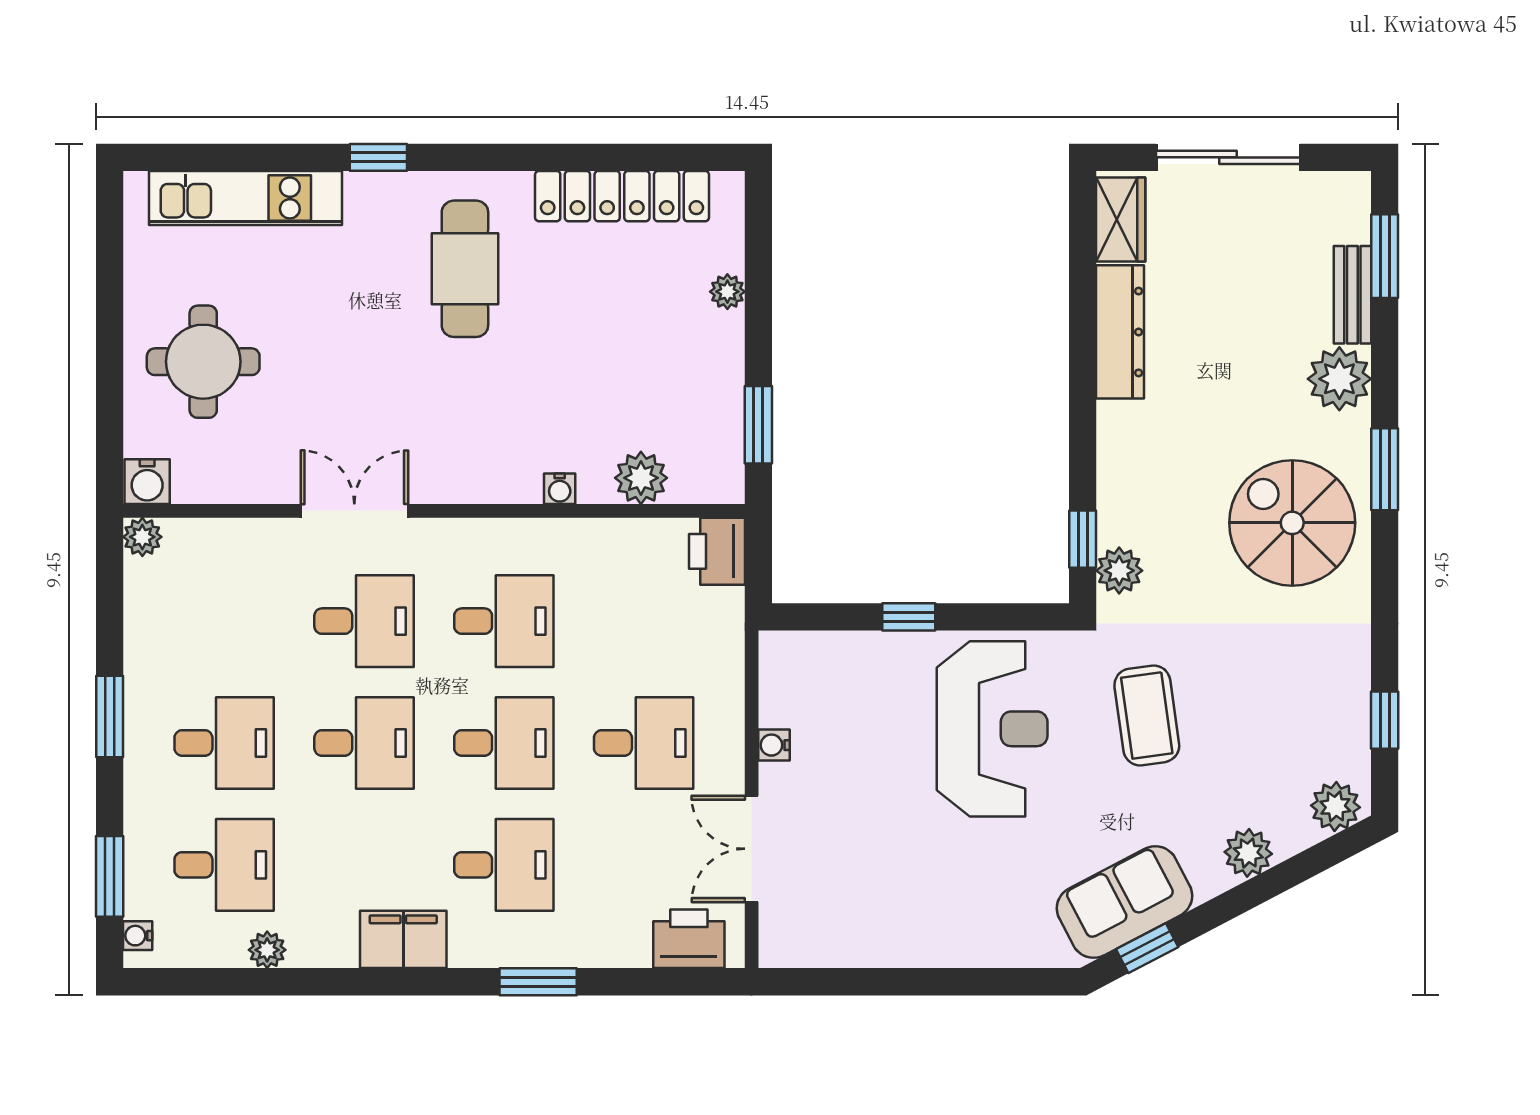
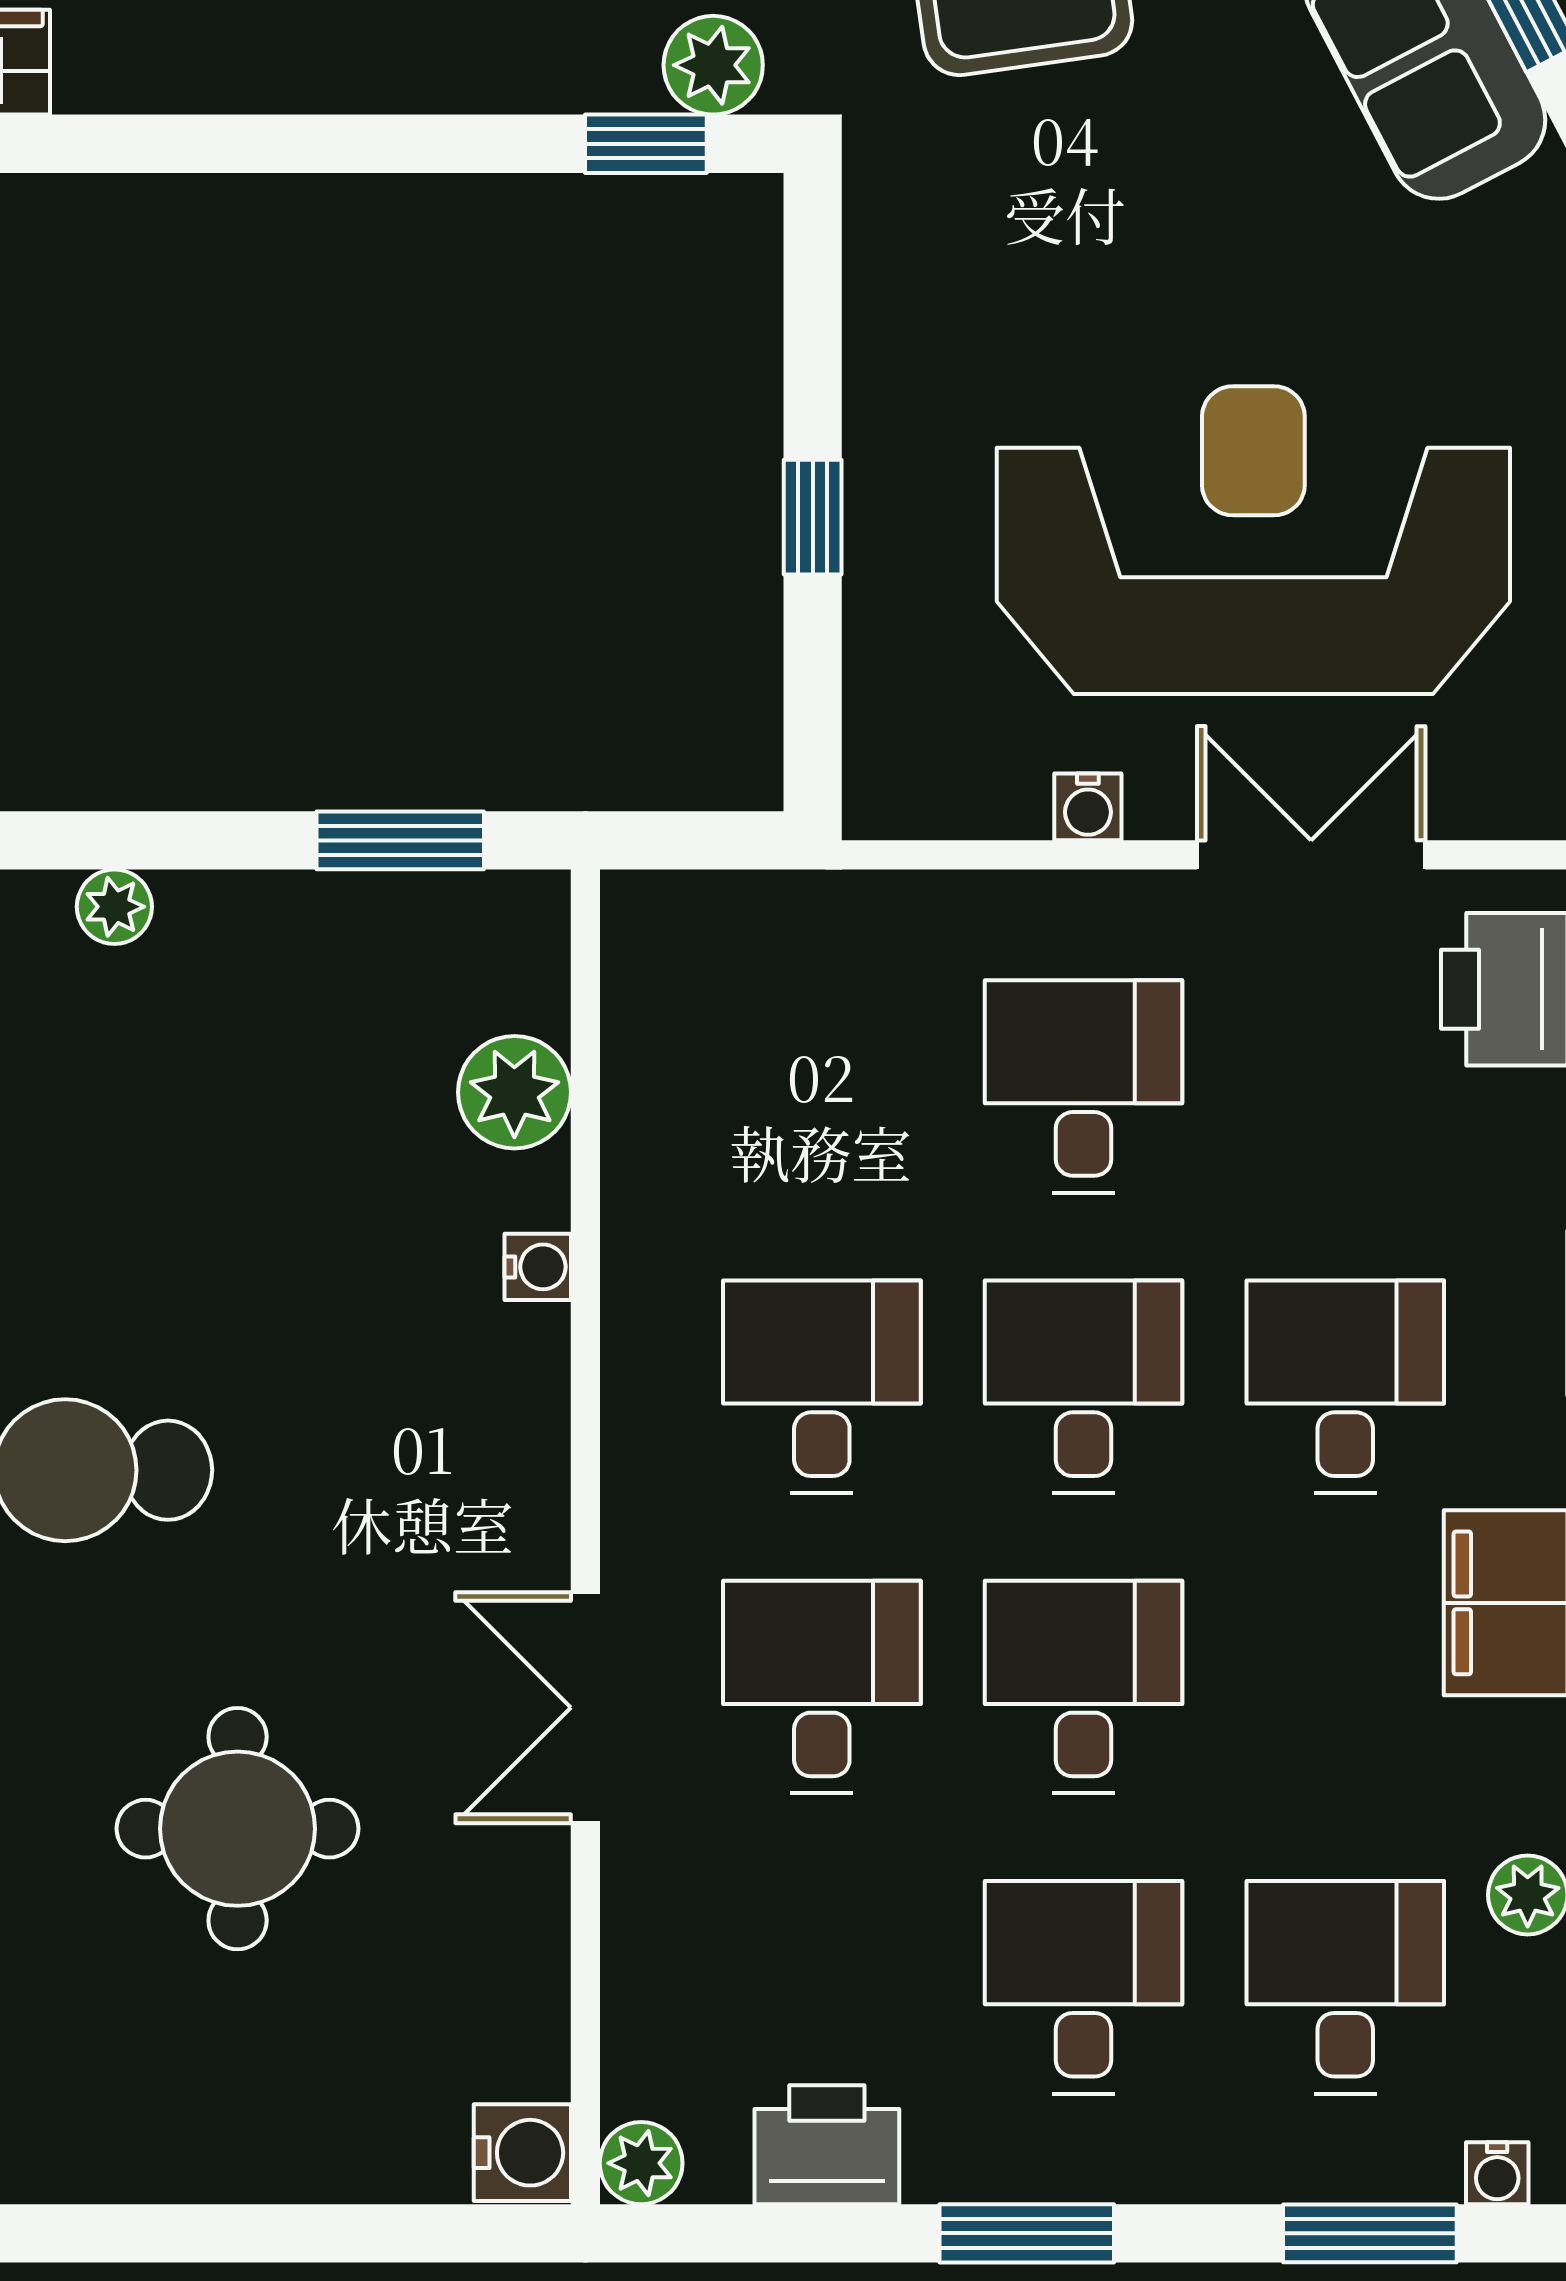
dresser: (1120, 332) -> (201, 64), removed
round table: (203, 362) -> (238, 1829), moved
printer: (717, 551) -> (827, 2145), moved, turned 180
reception desk: (992, 729) -> (1253, 540), moved, width x1.36, depth x1.30
double door: (752, 849) -> (1311, 855), swing flipped

